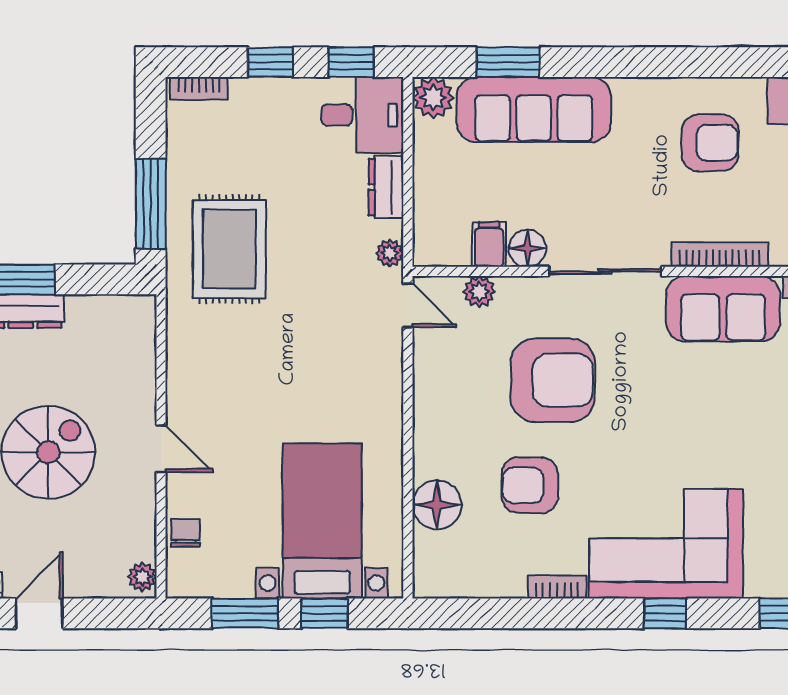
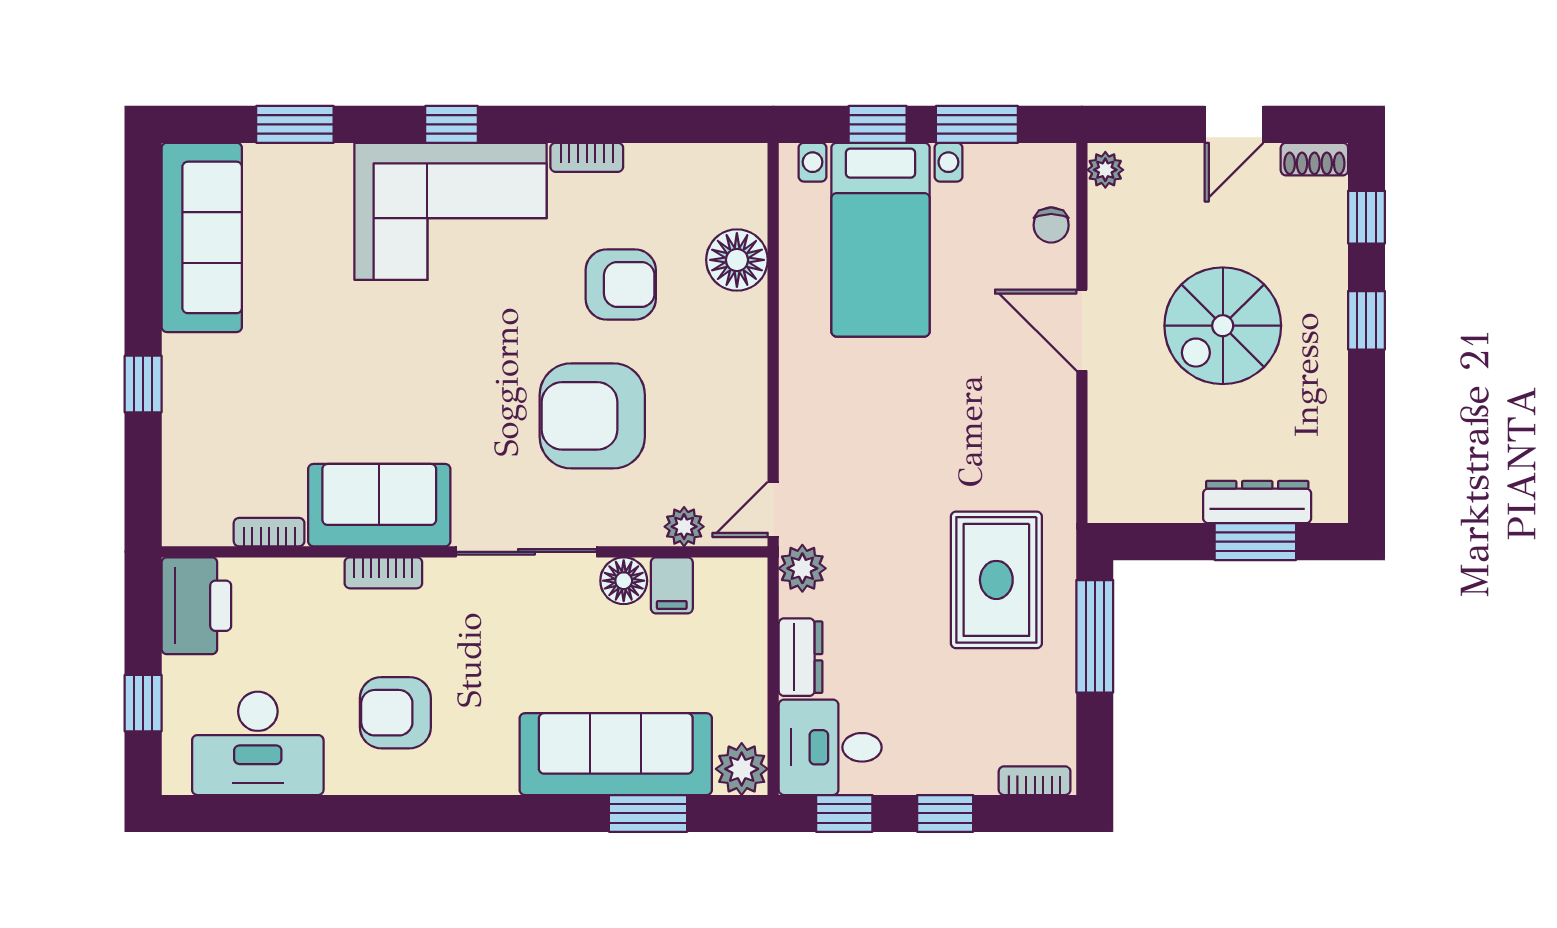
plant: (390, 253) -> (802, 568), width x1.38, depth x1.38
bookcase: (720, 255) -> (383, 573), width x0.64
door: (408, 305) -> (773, 509), hinge flipped
door: (161, 449) -> (1082, 330), width x1.38

